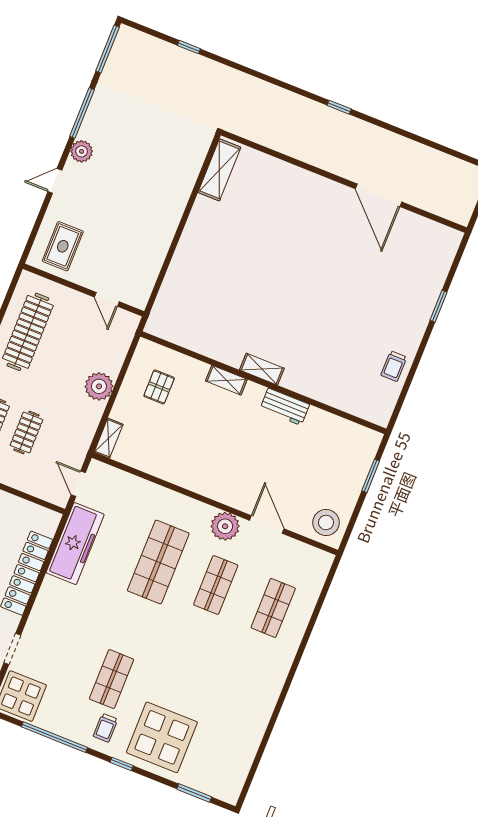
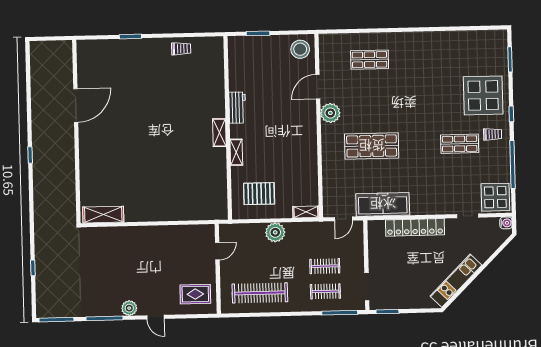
pallet: (159, 387) -> (259, 194), width x1.50, depth x1.42
shop shelf: (216, 585) -> (371, 103), removed

